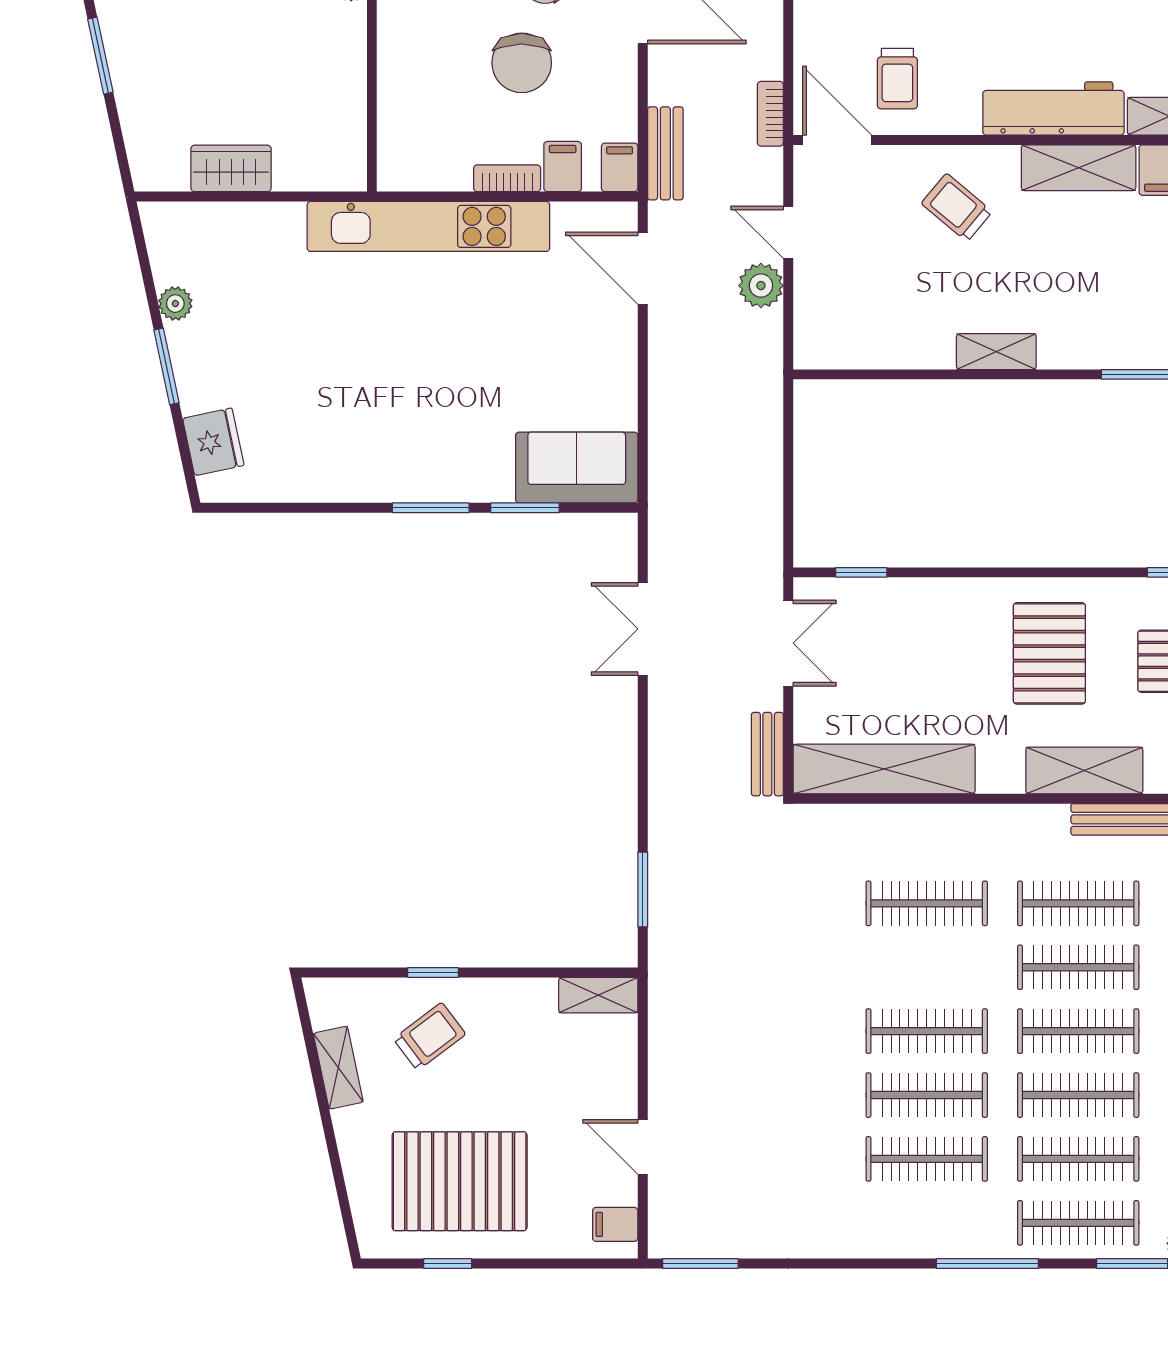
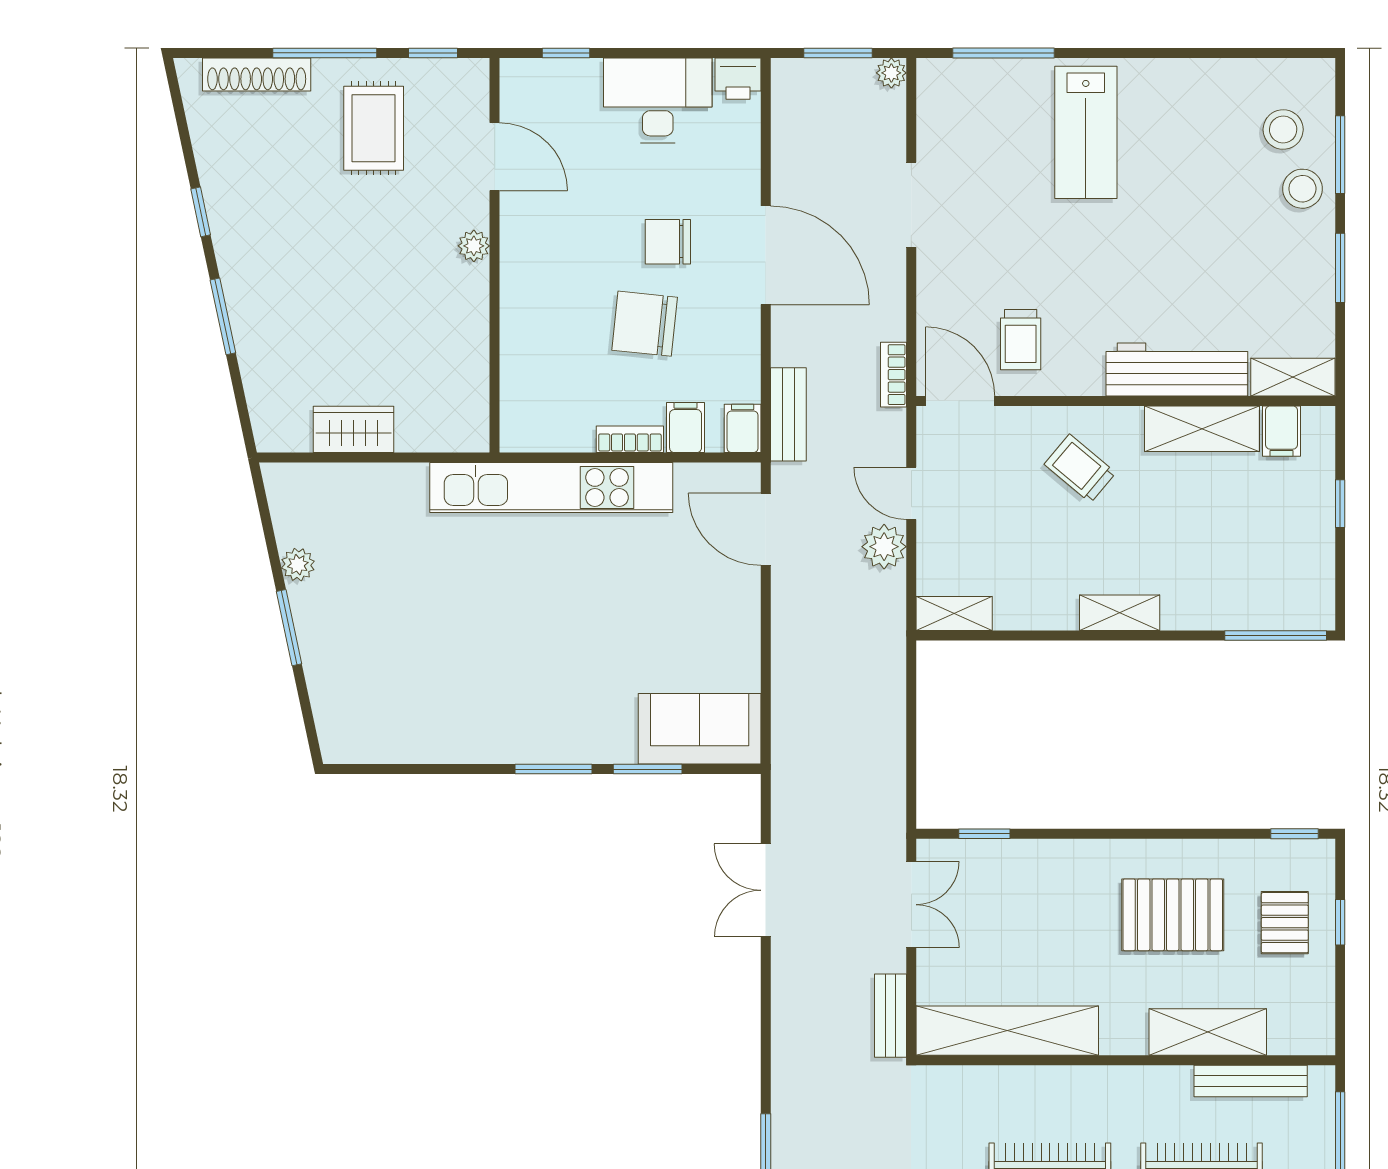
chair: (522, 63) -> (645, 324), turned 96
shelving: (831, 352) -> (954, 614), added
fridge: (213, 442) -> (336, 703), removed
pallet: (1049, 653) -> (1173, 915), turned 90

